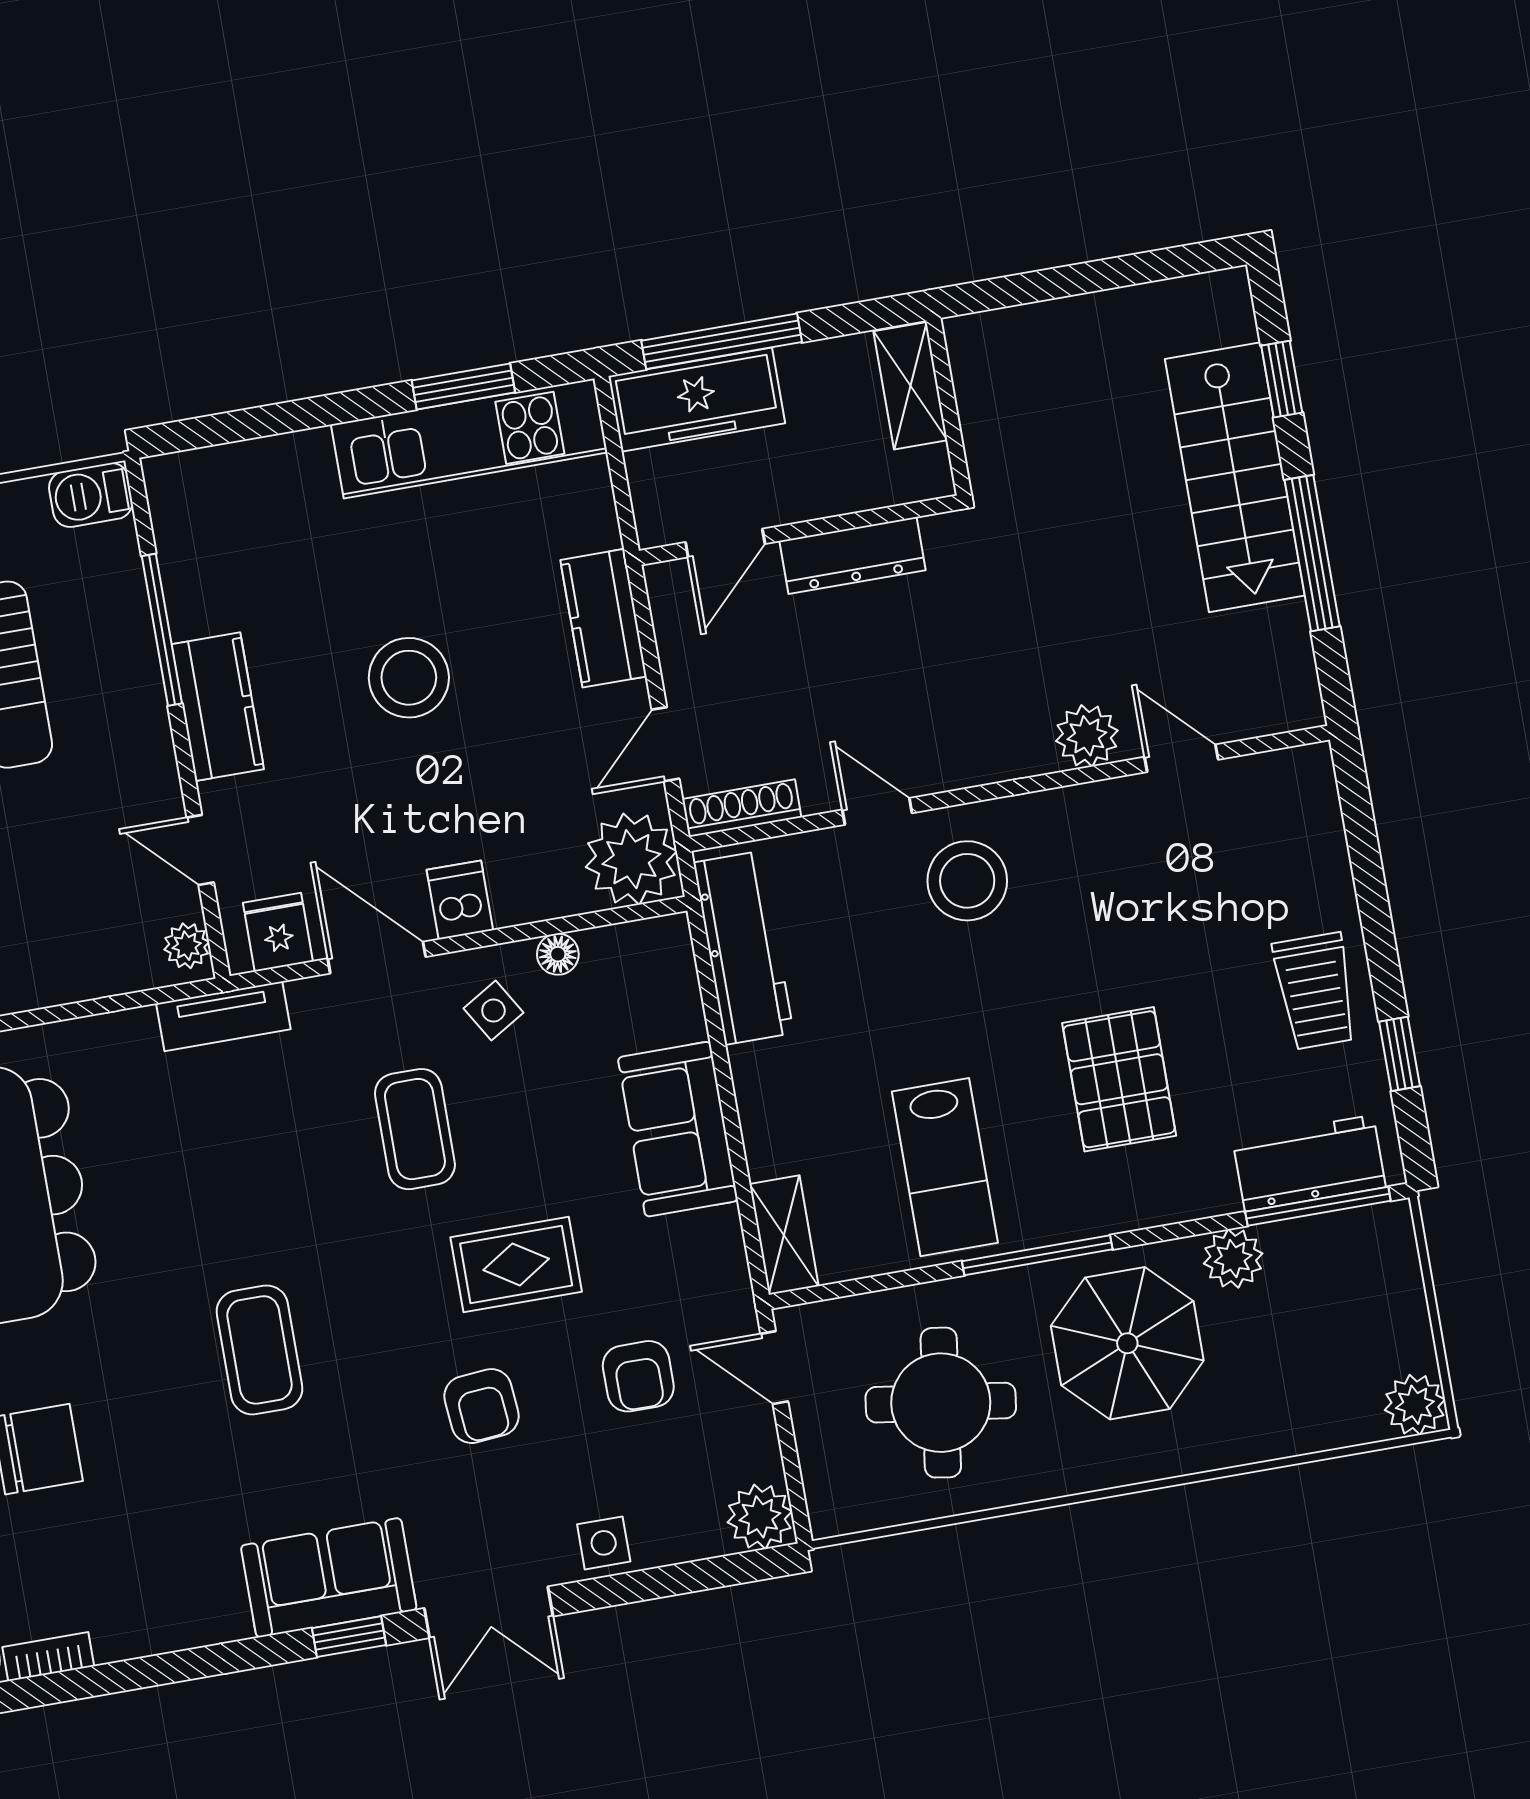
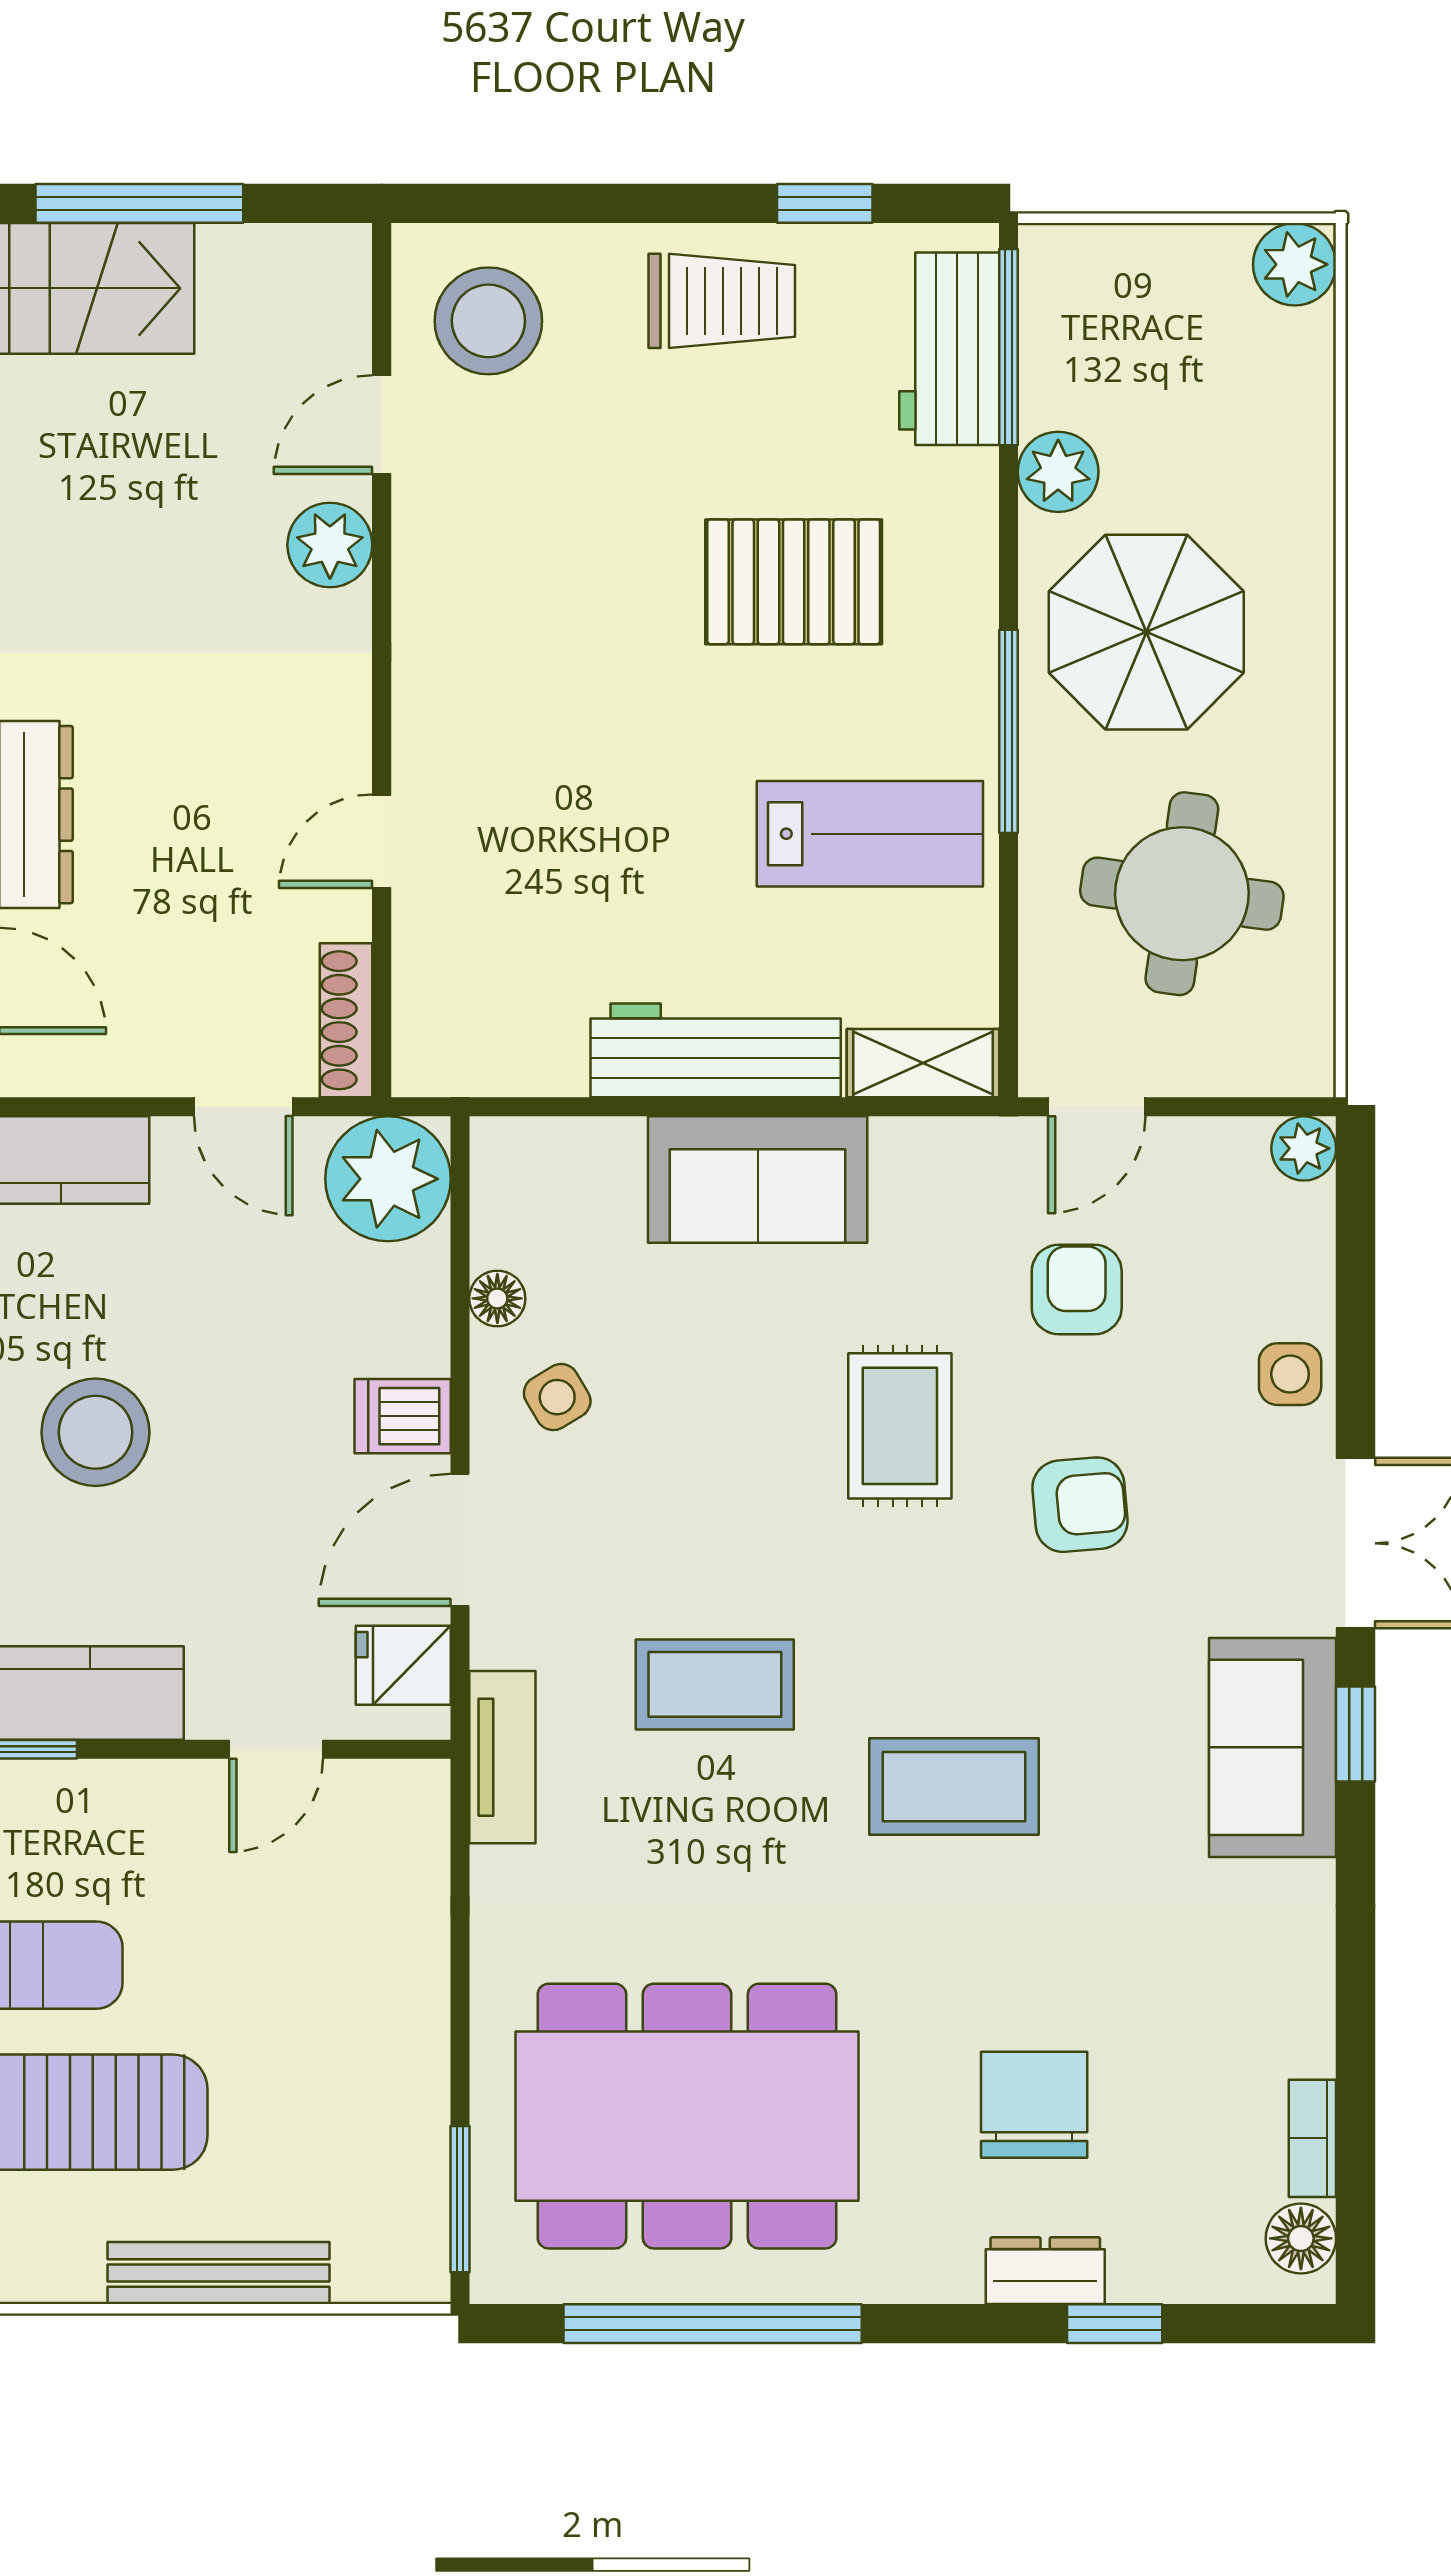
stool: (967, 881) -> (488, 321), moved
plant: (187, 946) -> (400, 1790), removed
workbench: (743, 948) -> (716, 1050), moved
coffee table: (415, 1129) -> (715, 1684), moved
armchair: (638, 1376) -> (1077, 1289), turned -90
plant: (760, 1517) -> (1304, 1148), width x0.73, depth x0.73

